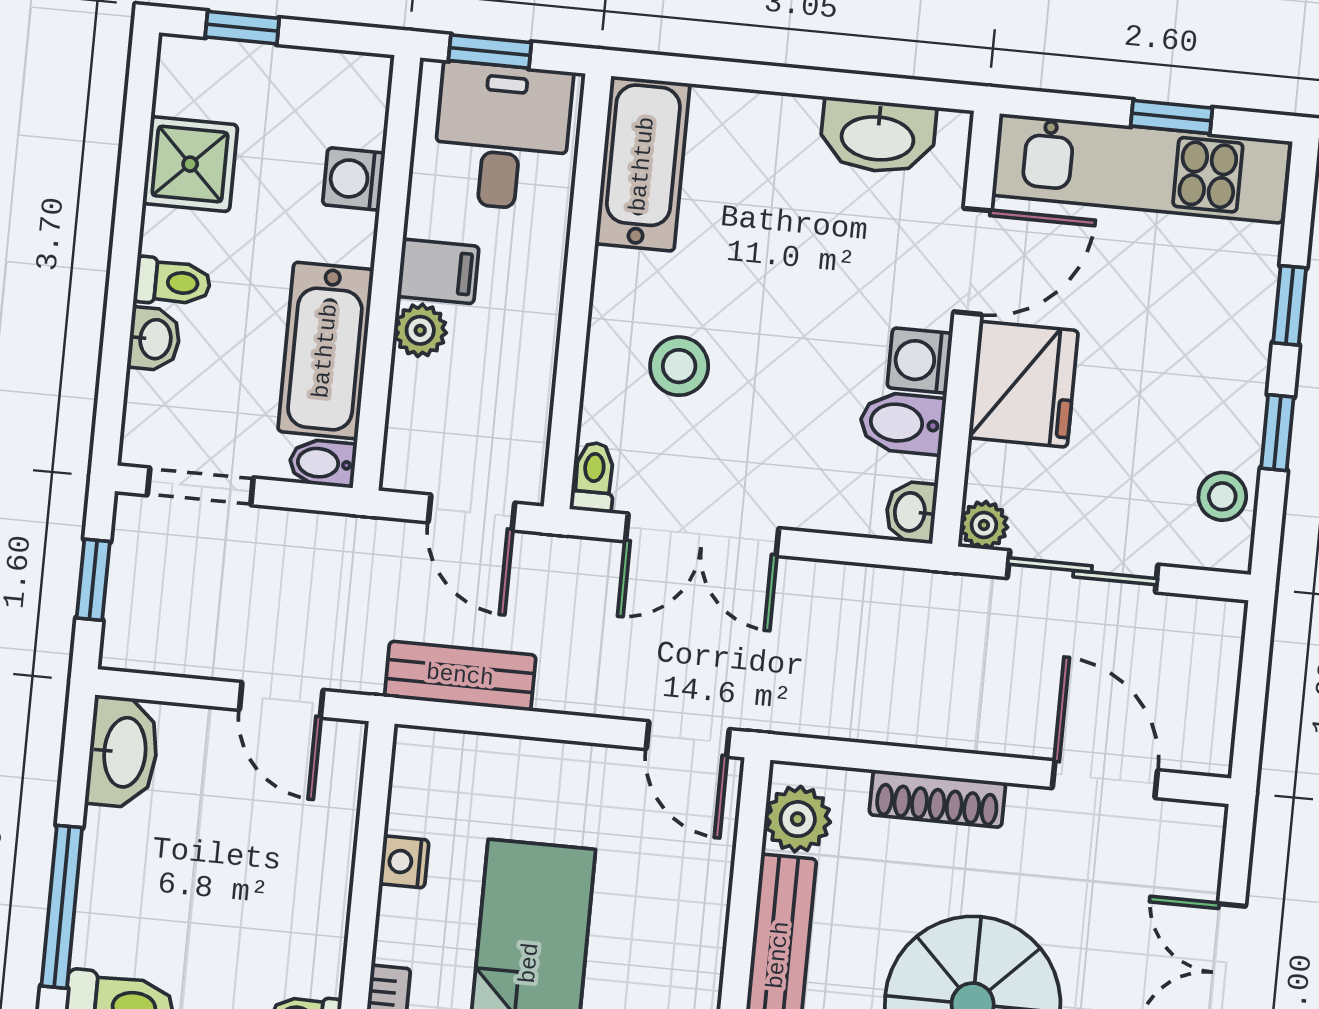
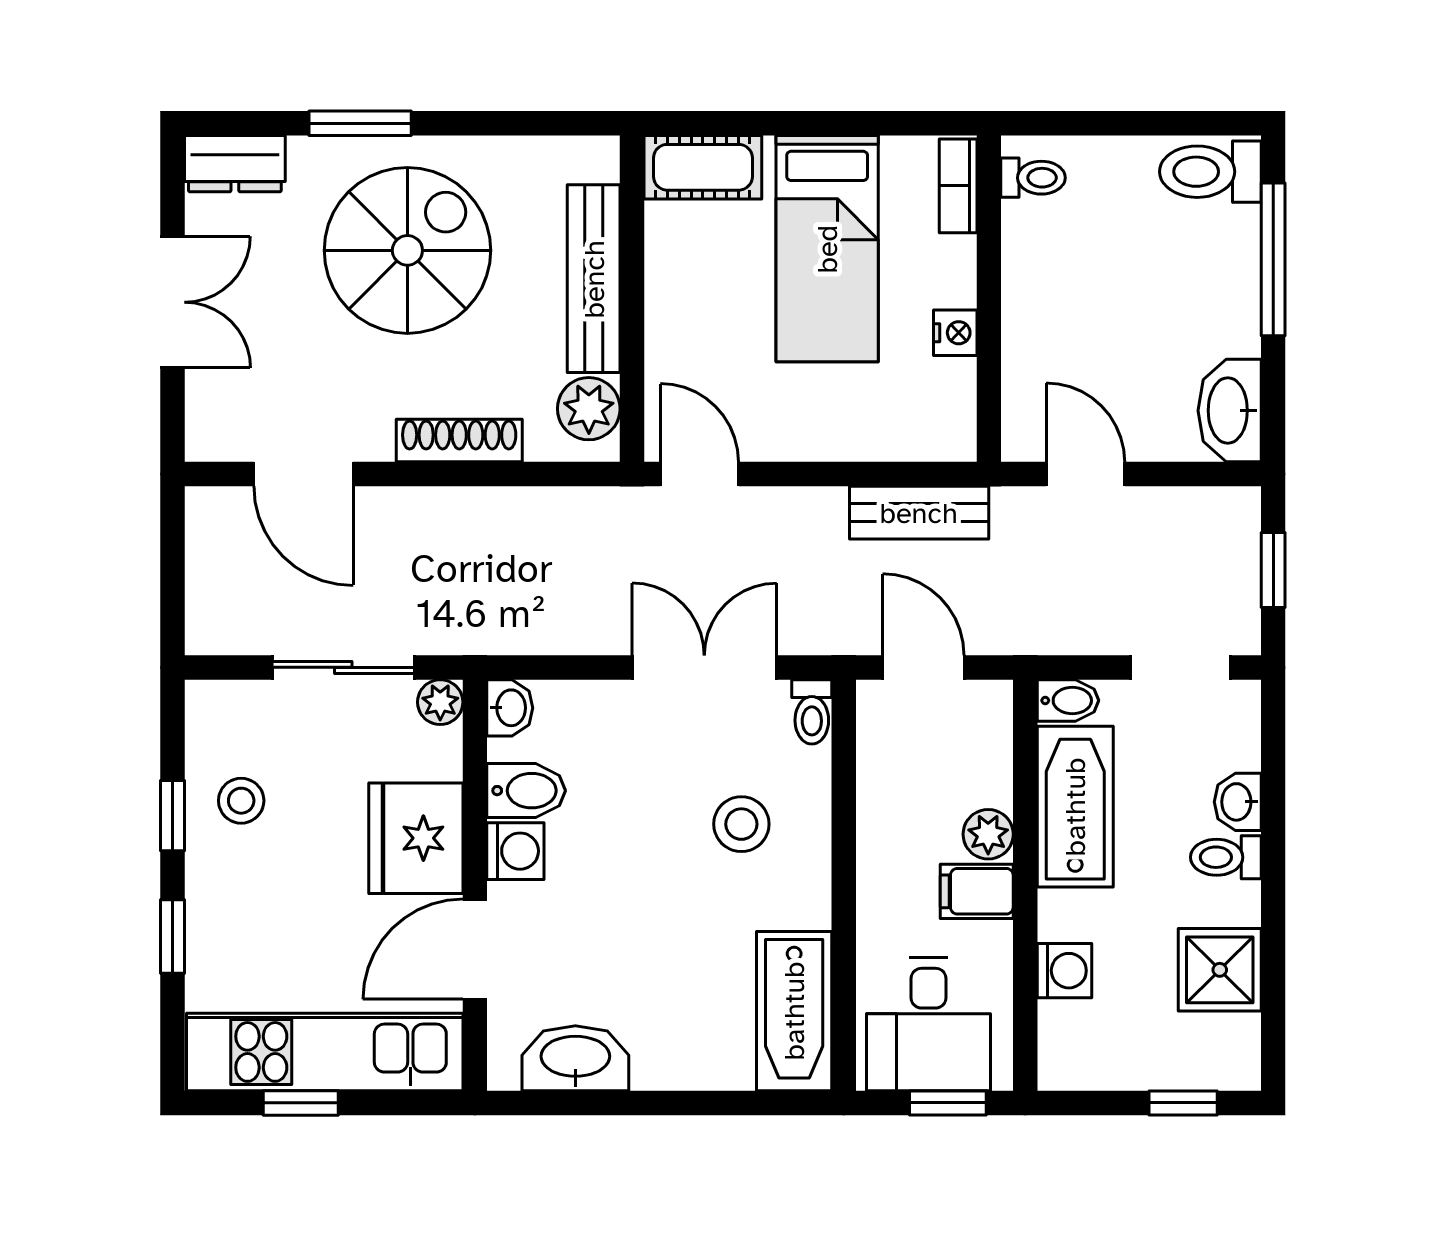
stool: (1222, 496) -> (241, 801), moved

